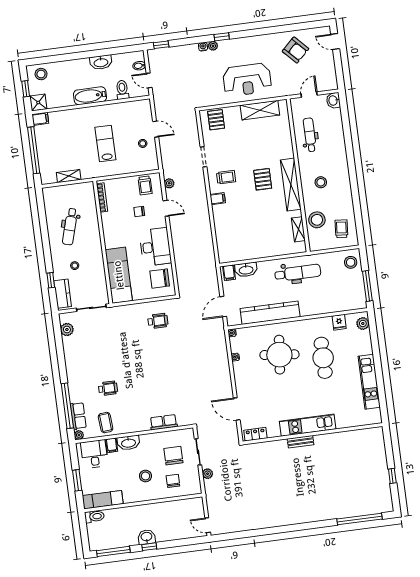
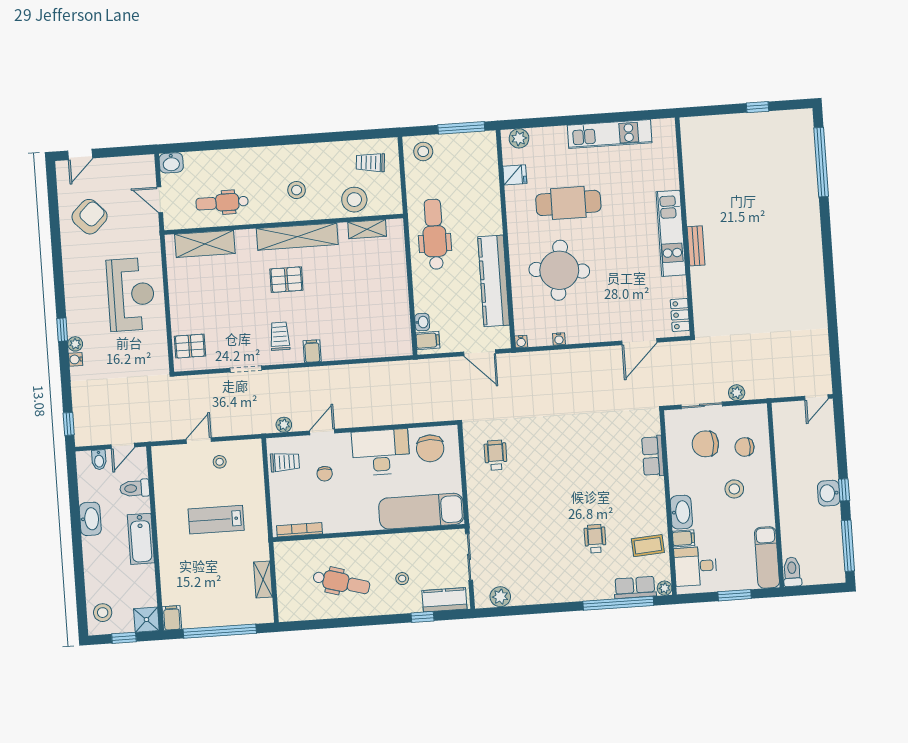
shelving: (260, 110) -> (205, 244), moved, turned 90
washbasin: (246, 270) -> (422, 322), width x0.52, depth x0.69

